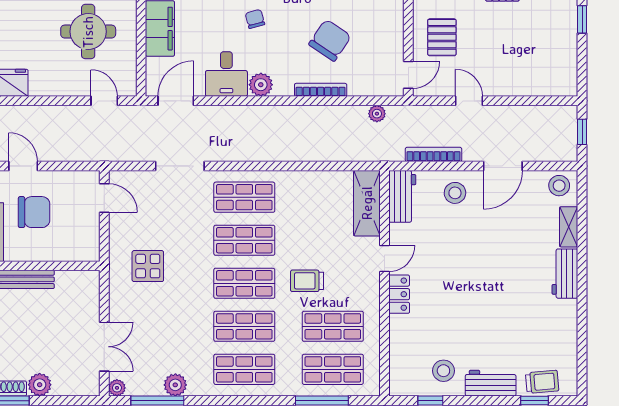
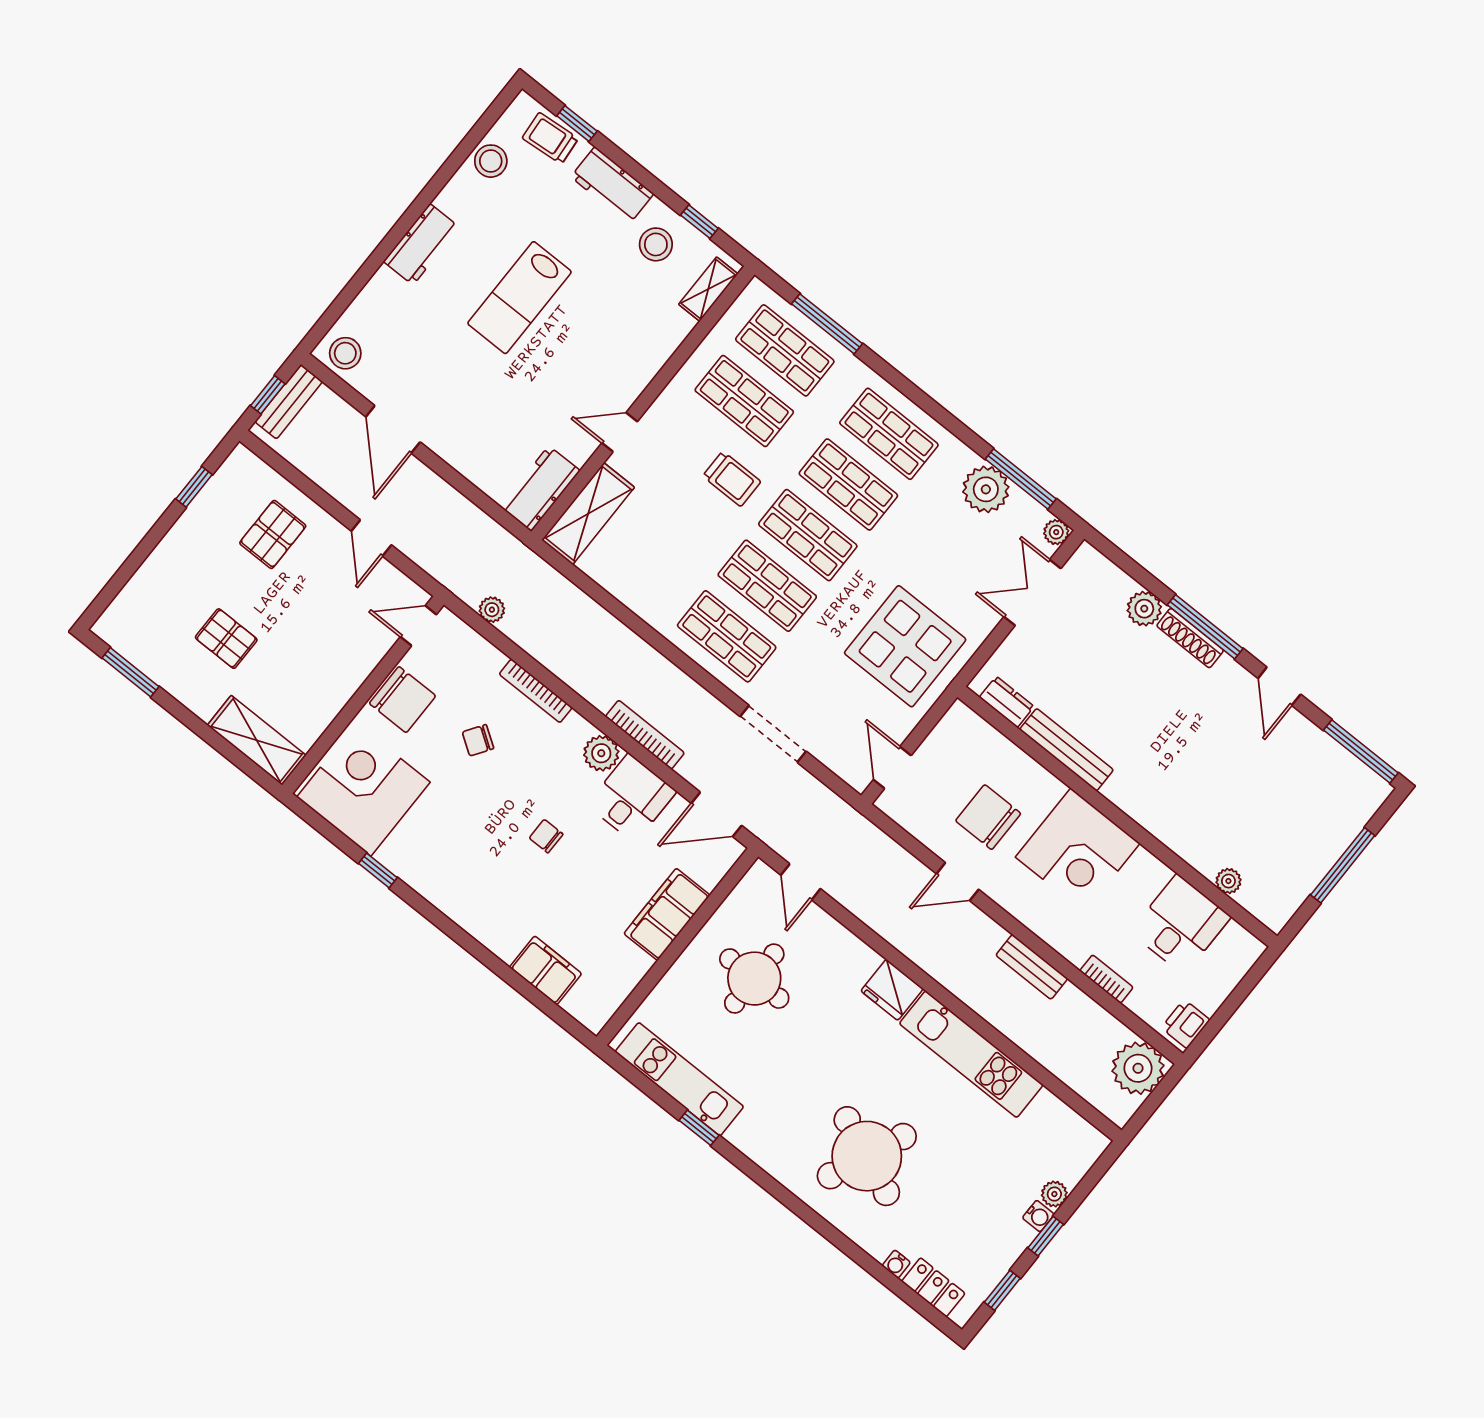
chair: (255, 19) -> (546, 836), turned 105
window: (582, 19) -> (194, 487), moved
chair: (386, 30) -> (403, 700), added
pallet: (442, 37) -> (273, 534), moved
chair: (330, 40) -> (478, 740), width x0.54, depth x0.54
bench: (568, 137) -> (289, 402), added
bookcase: (433, 154) -> (645, 735), moved, turned 180
door: (23, 166) -> (958, 882), hinge flipped
door: (503, 166) -> (393, 429), swing flipped
stool: (455, 193) -> (491, 161), moved
shelving: (569, 227) -> (708, 289), moved
display table: (148, 266) -> (905, 646), width x1.86, depth x1.86
dresser: (72, 279) -> (1007, 702), added
lab bench: (492, 287) -> (519, 298), added
locker: (399, 294) -> (636, 376), removed
plant: (175, 385) -> (986, 489), width x1.36, depth x1.36

